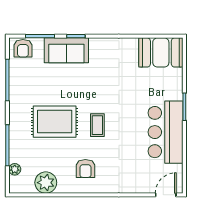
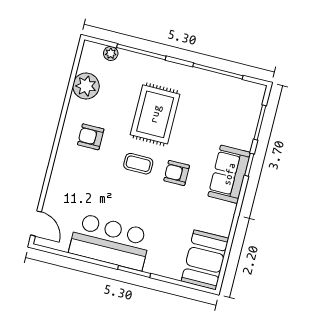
armchair: (23, 48) -> (177, 173), moved
sofa: (66, 50) -> (229, 174), moved

